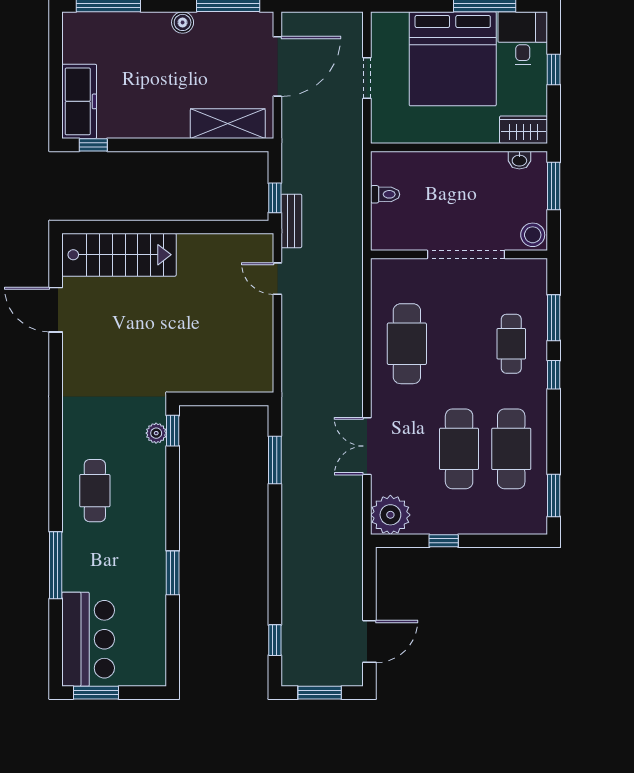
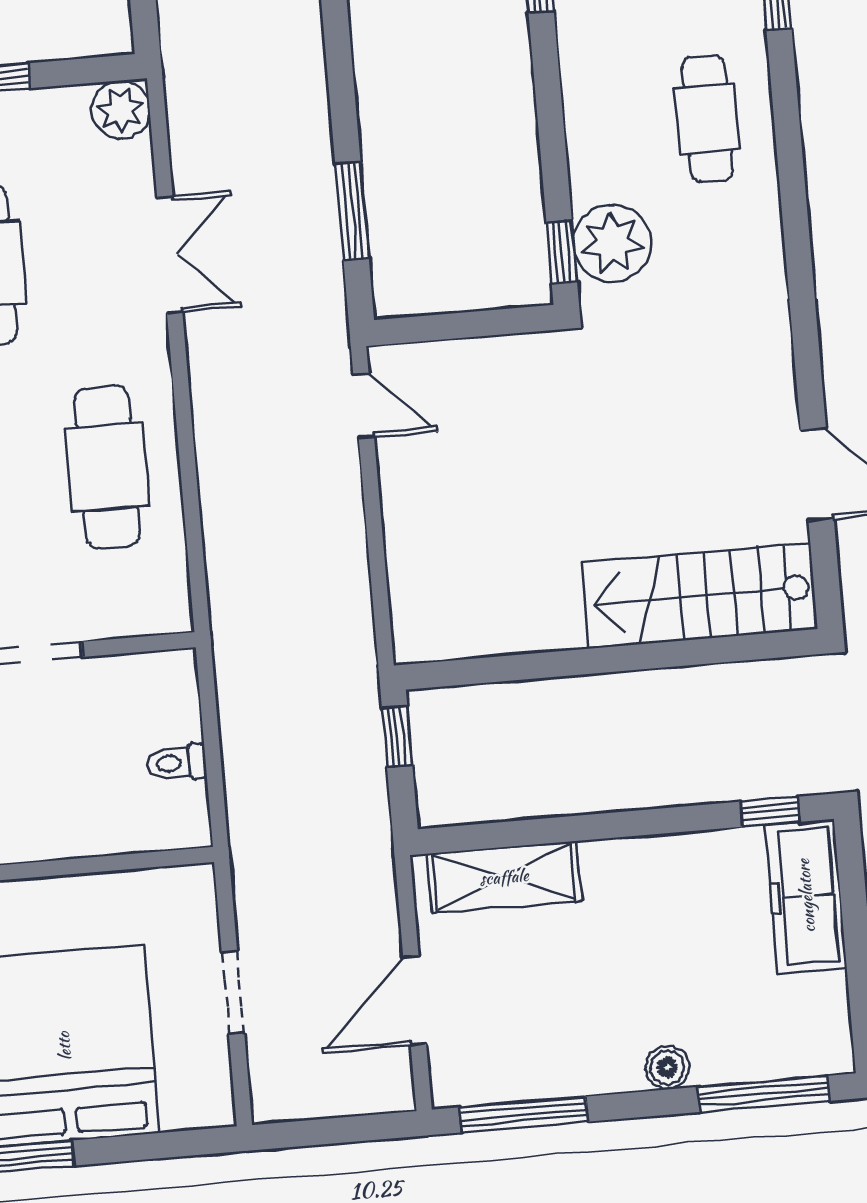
boiler: (183, 22) -> (667, 1068), moved
door: (277, 66) -> (415, 1000), width x0.73
bench: (291, 221) -> (360, 693), removed
door: (277, 279) -> (364, 405), moved
plant: (156, 433) -> (612, 243), width x1.87, depth x1.87
plant: (390, 515) -> (121, 110), width x0.73, depth x0.73

